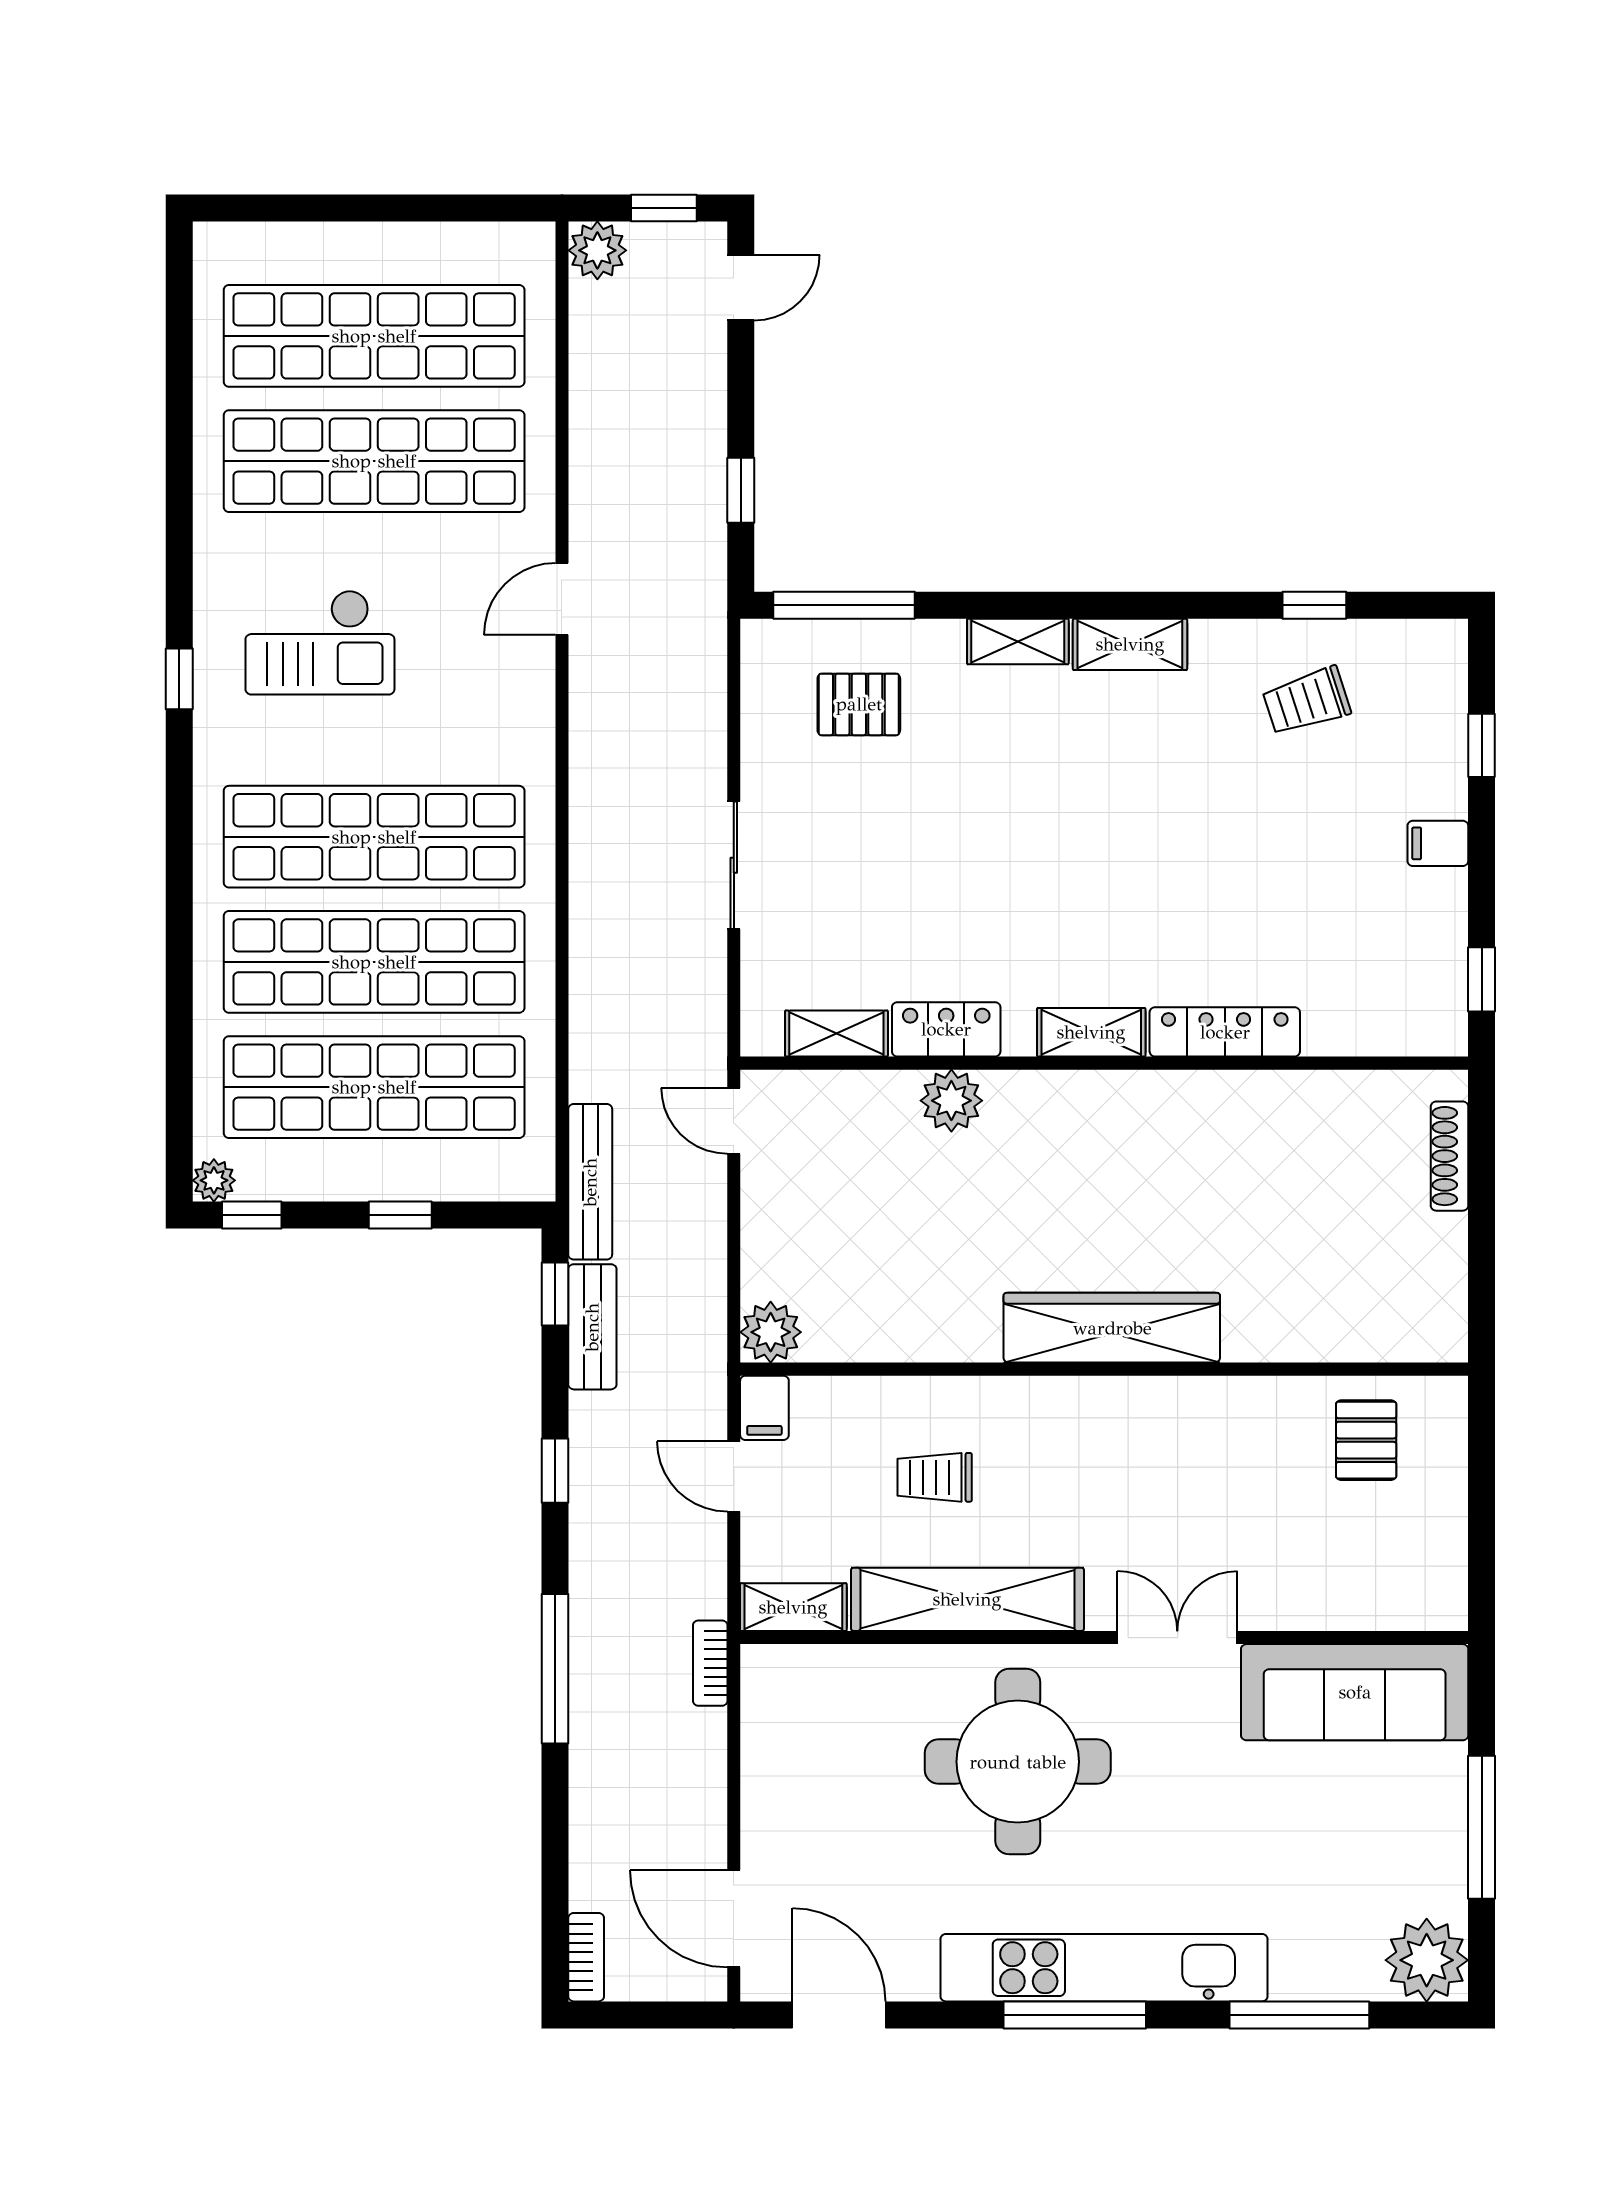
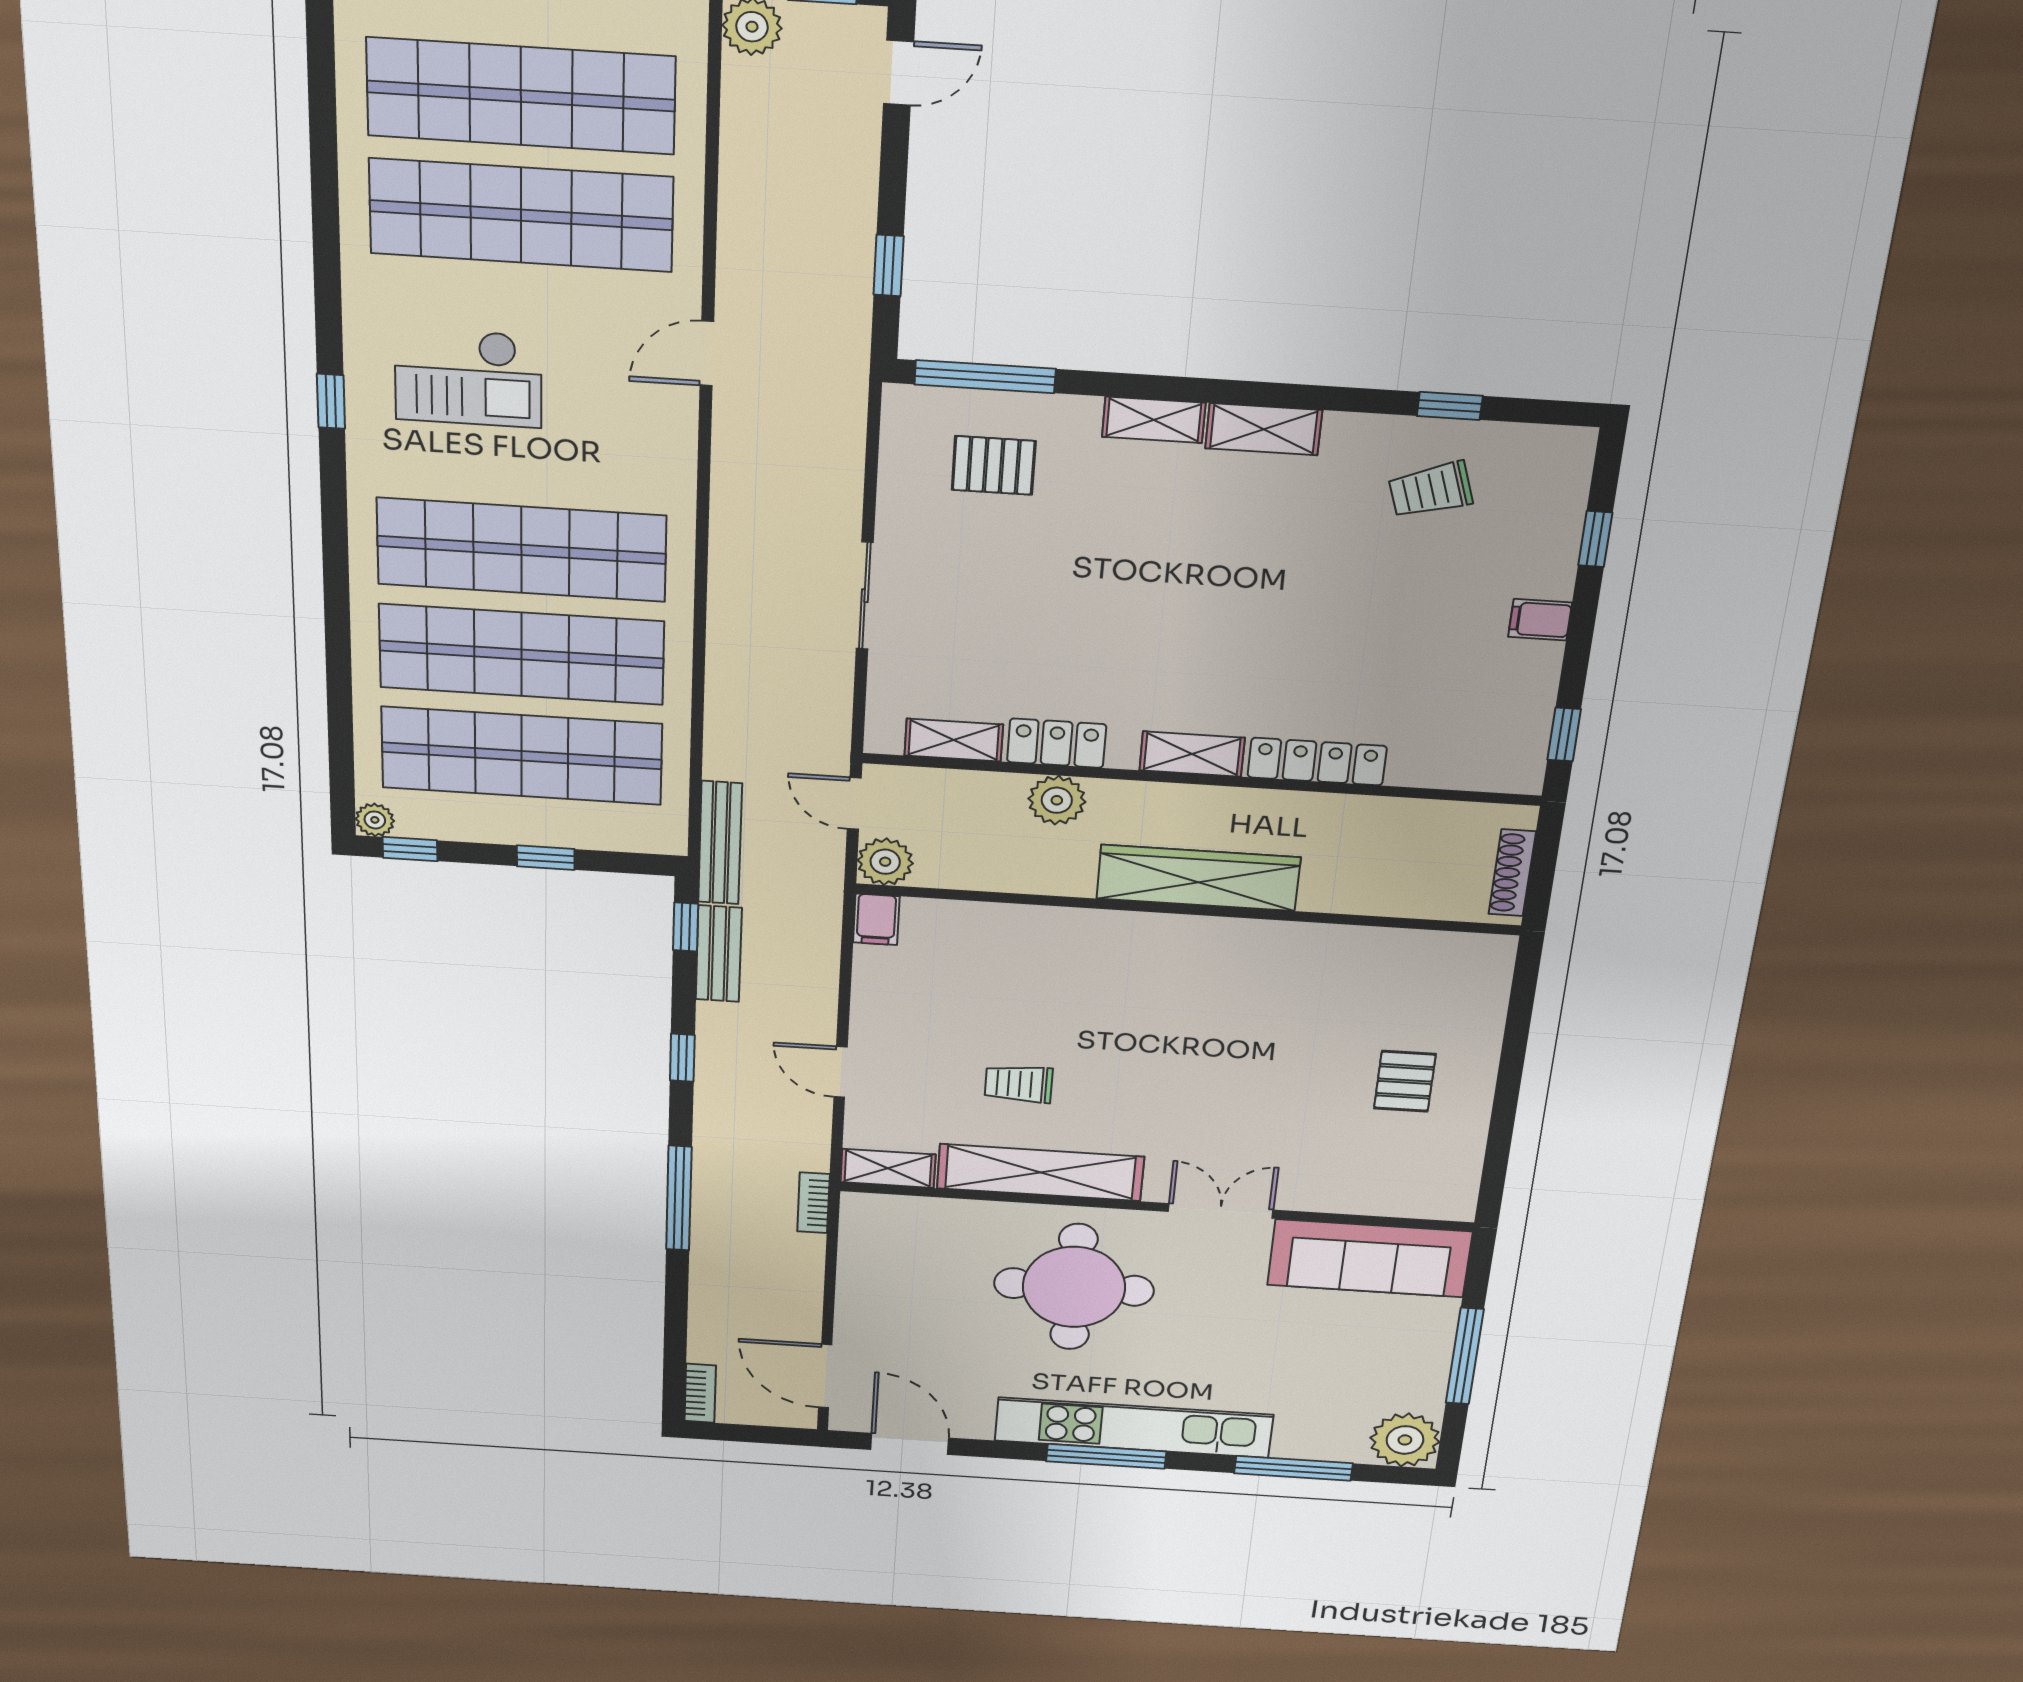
wardrobe: (1112, 1328) -> (1198, 878), moved
plant: (771, 1332) -> (885, 862), moved
wall: (1104, 1369) -> (1188, 909), moved
filing cabinet: (764, 1408) -> (876, 919), moved

